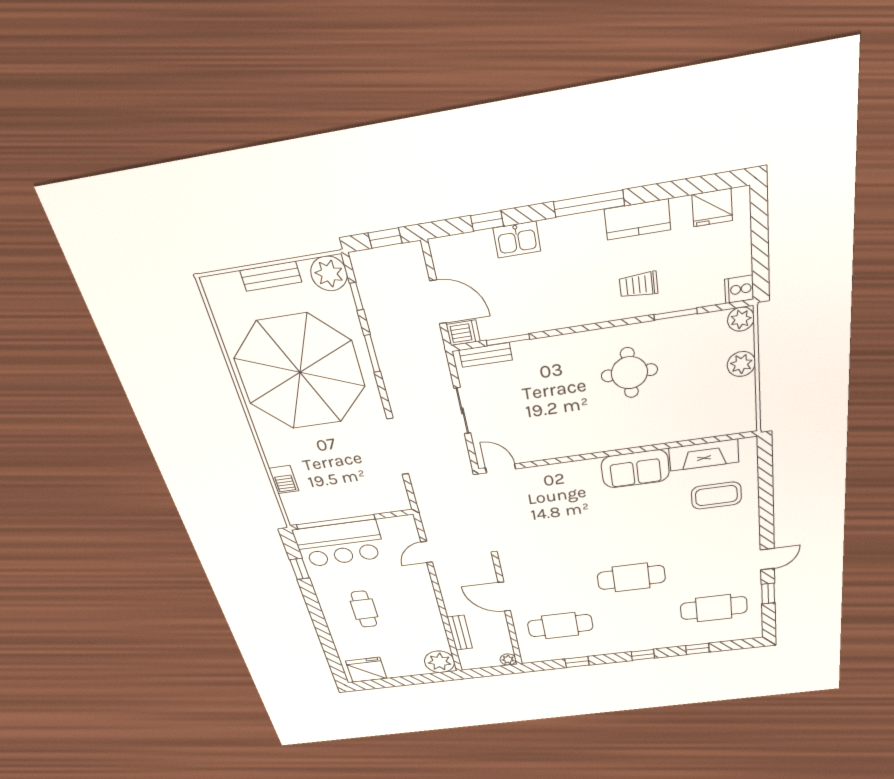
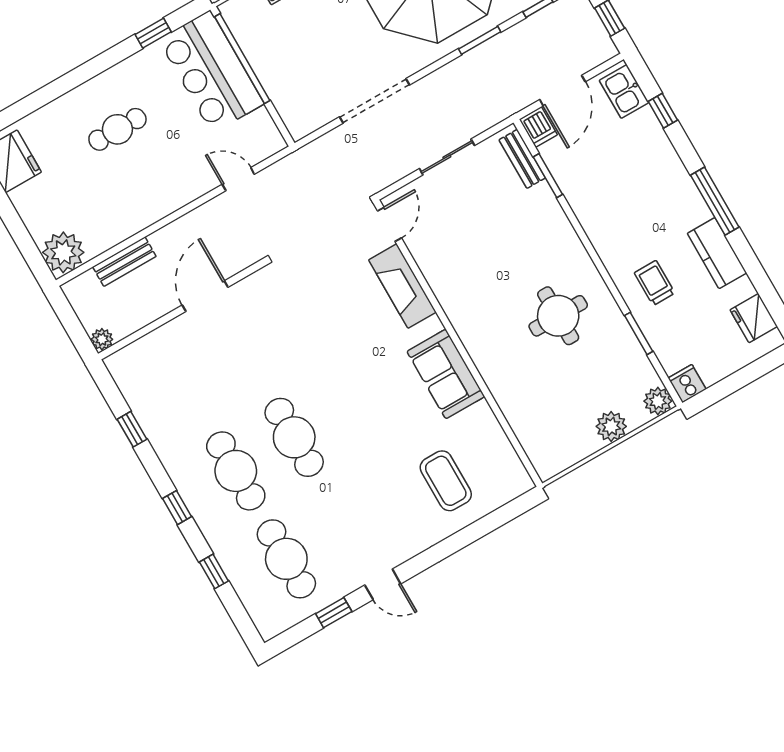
kitchen sink: (517, 240) -> (624, 91), moved
fireplace: (704, 455) -> (402, 286), moved
cafe table: (560, 626) -> (236, 471), moved

